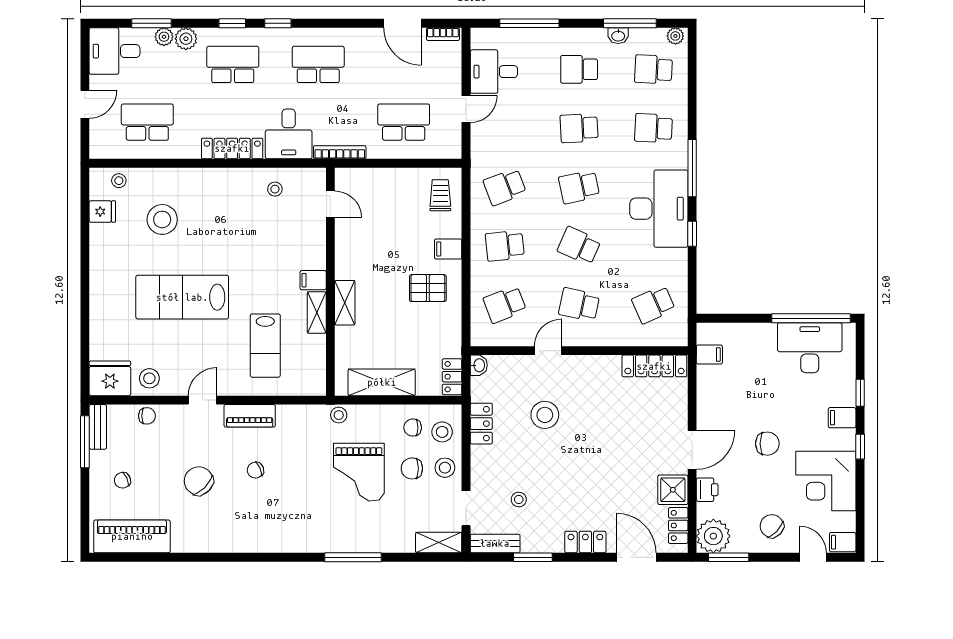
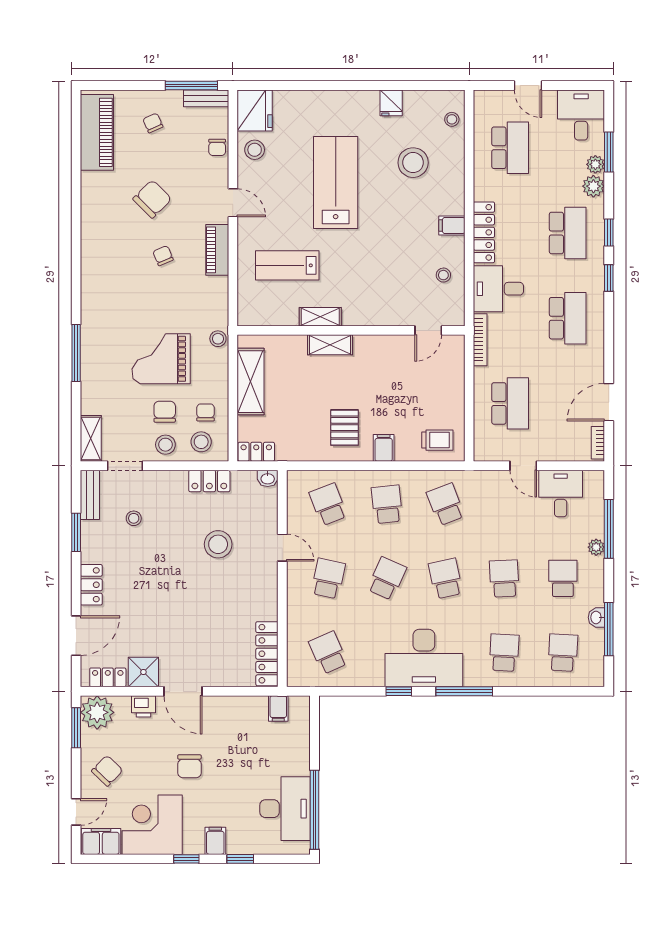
plant: (675, 36) -> (596, 547), moved
fridge: (102, 212) -> (391, 103), moved
filing cabinet: (313, 280) -> (452, 225), moved, turned -90
filing cabinet: (843, 542) -> (101, 841), width x2.00

